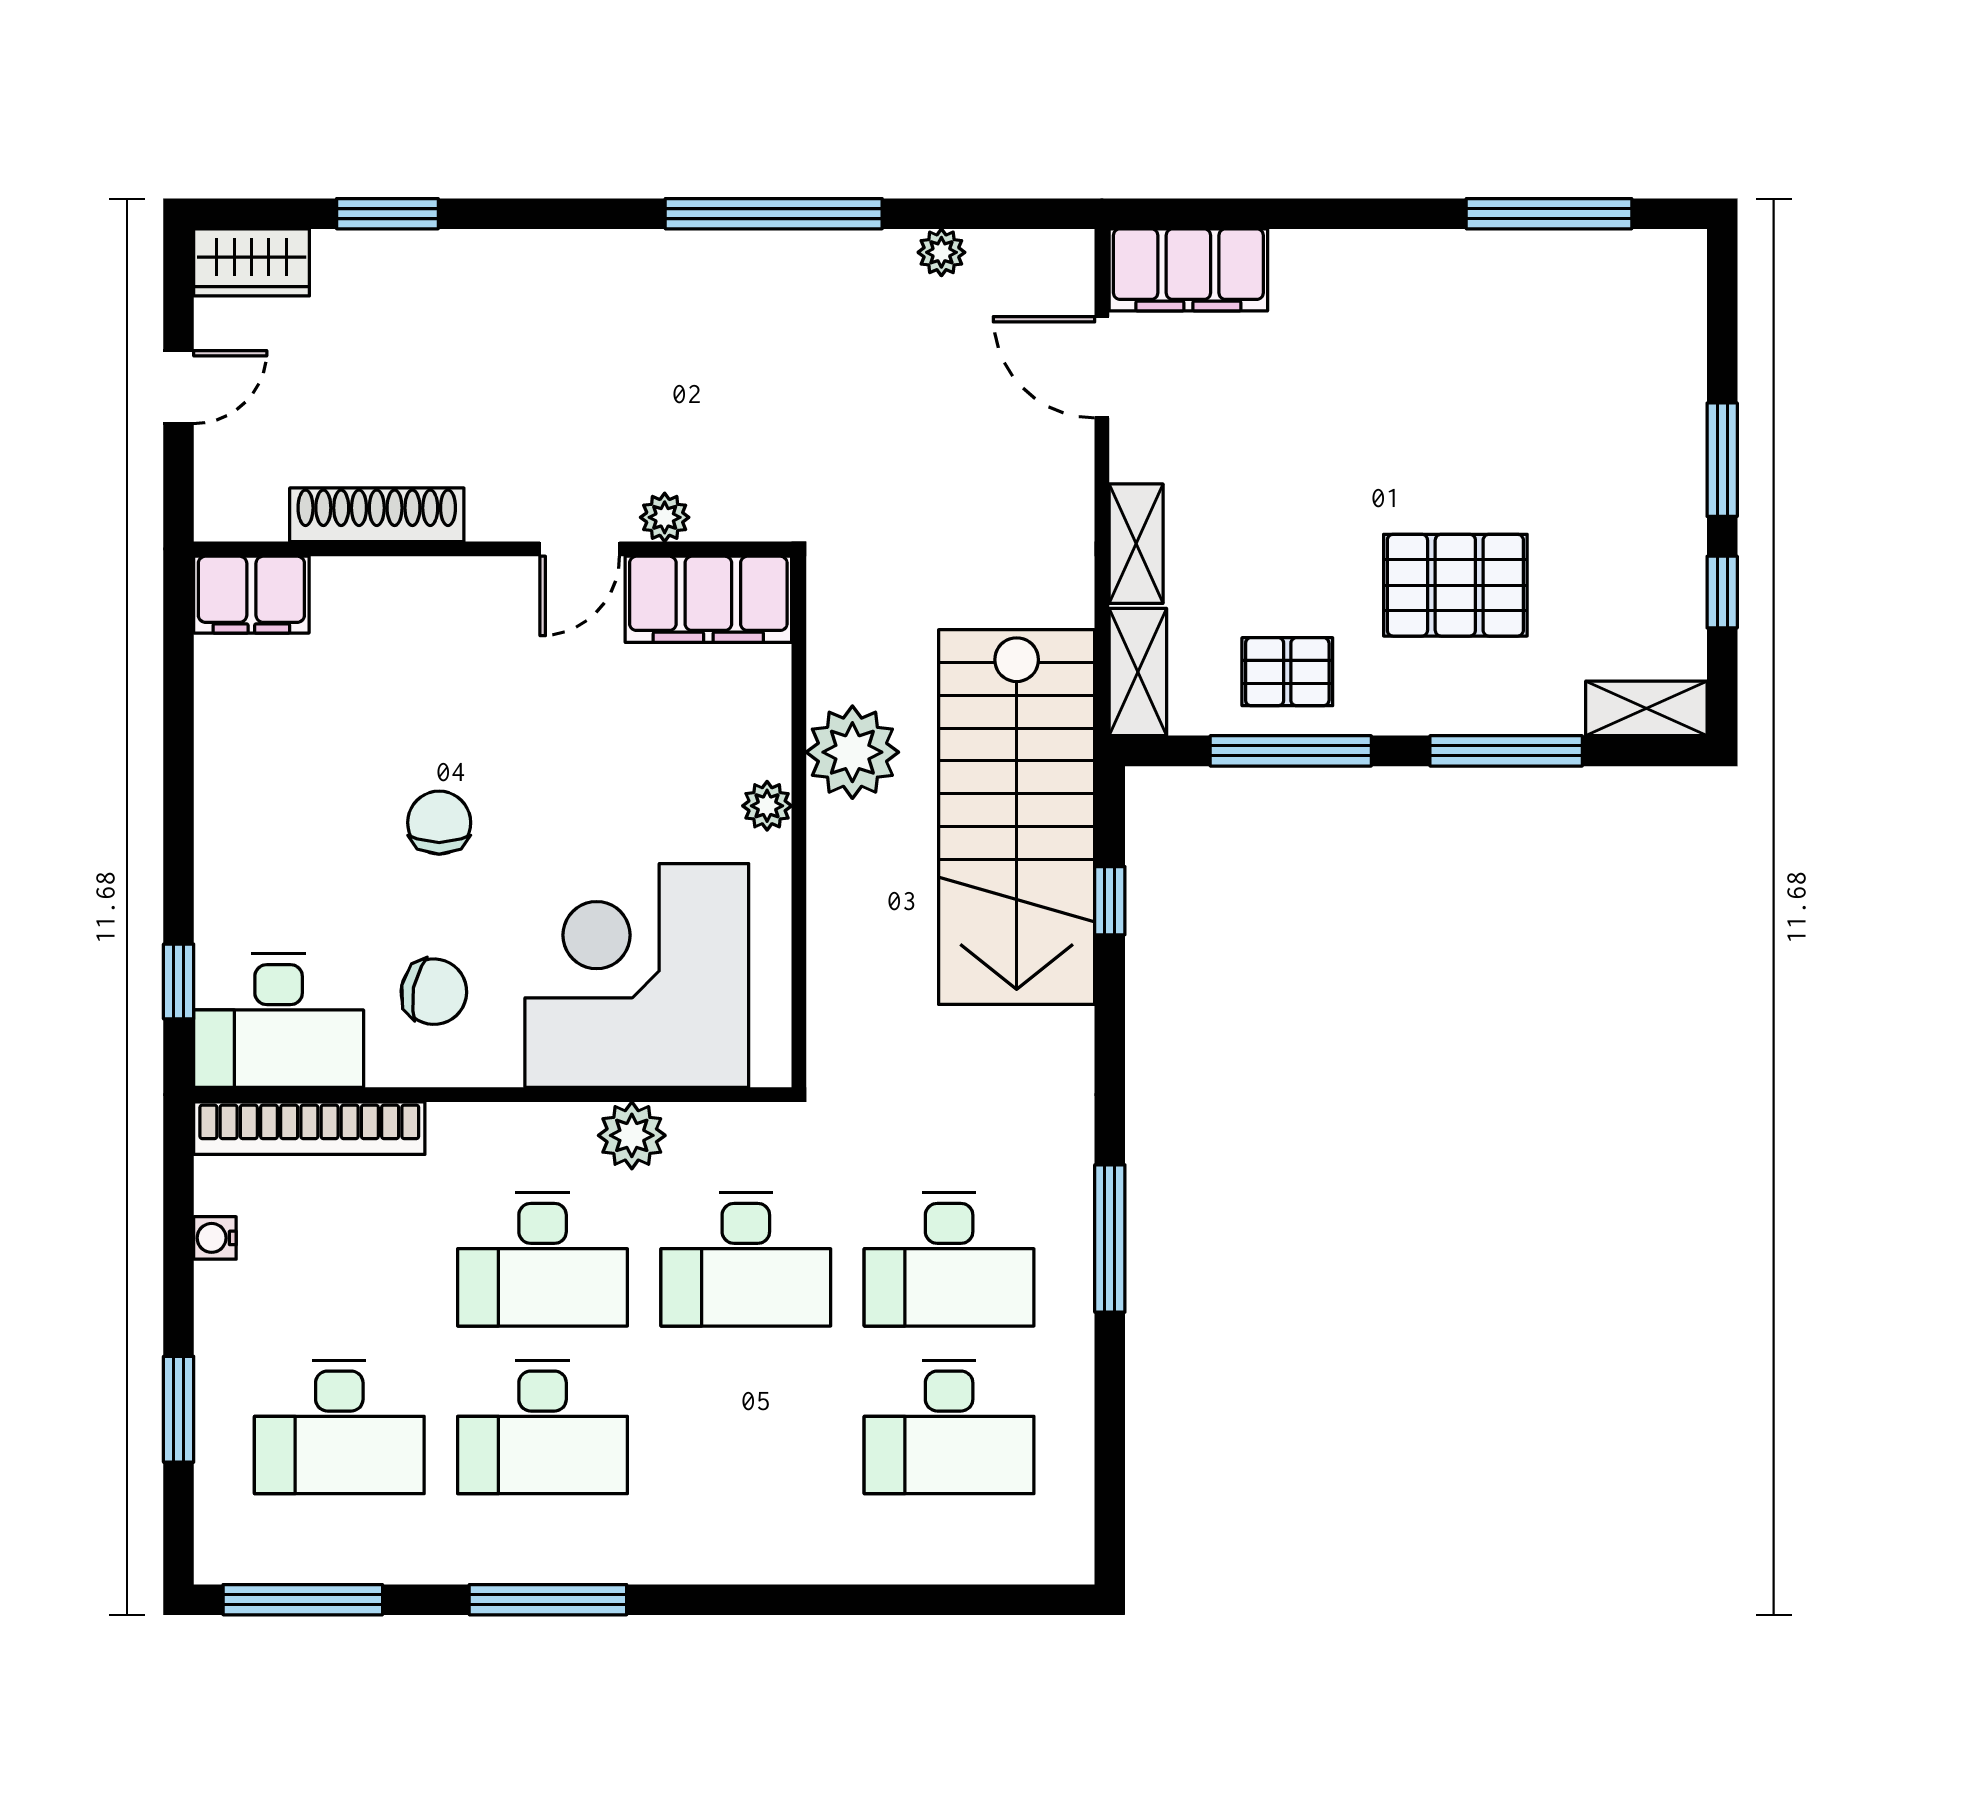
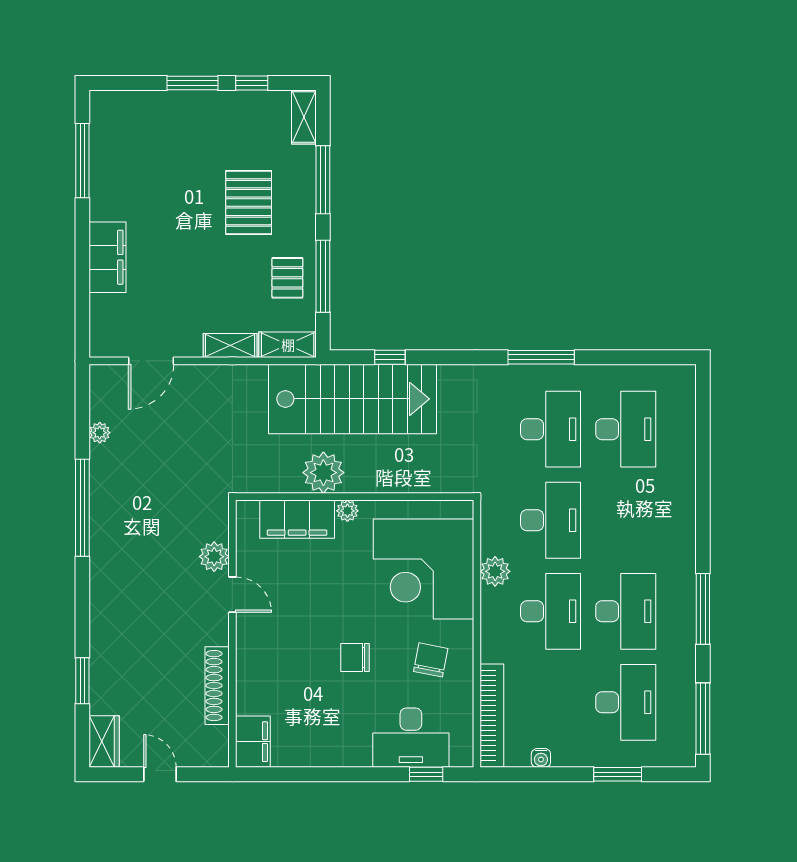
filing cabinet: (1188, 270) -> (107, 257), moved
plant: (665, 517) -> (214, 557), width x1.38, depth x1.38
filing cabinet: (708, 599) -> (297, 519), moved, turned 90
desk: (279, 1021) -> (411, 738), moved, turned 90

